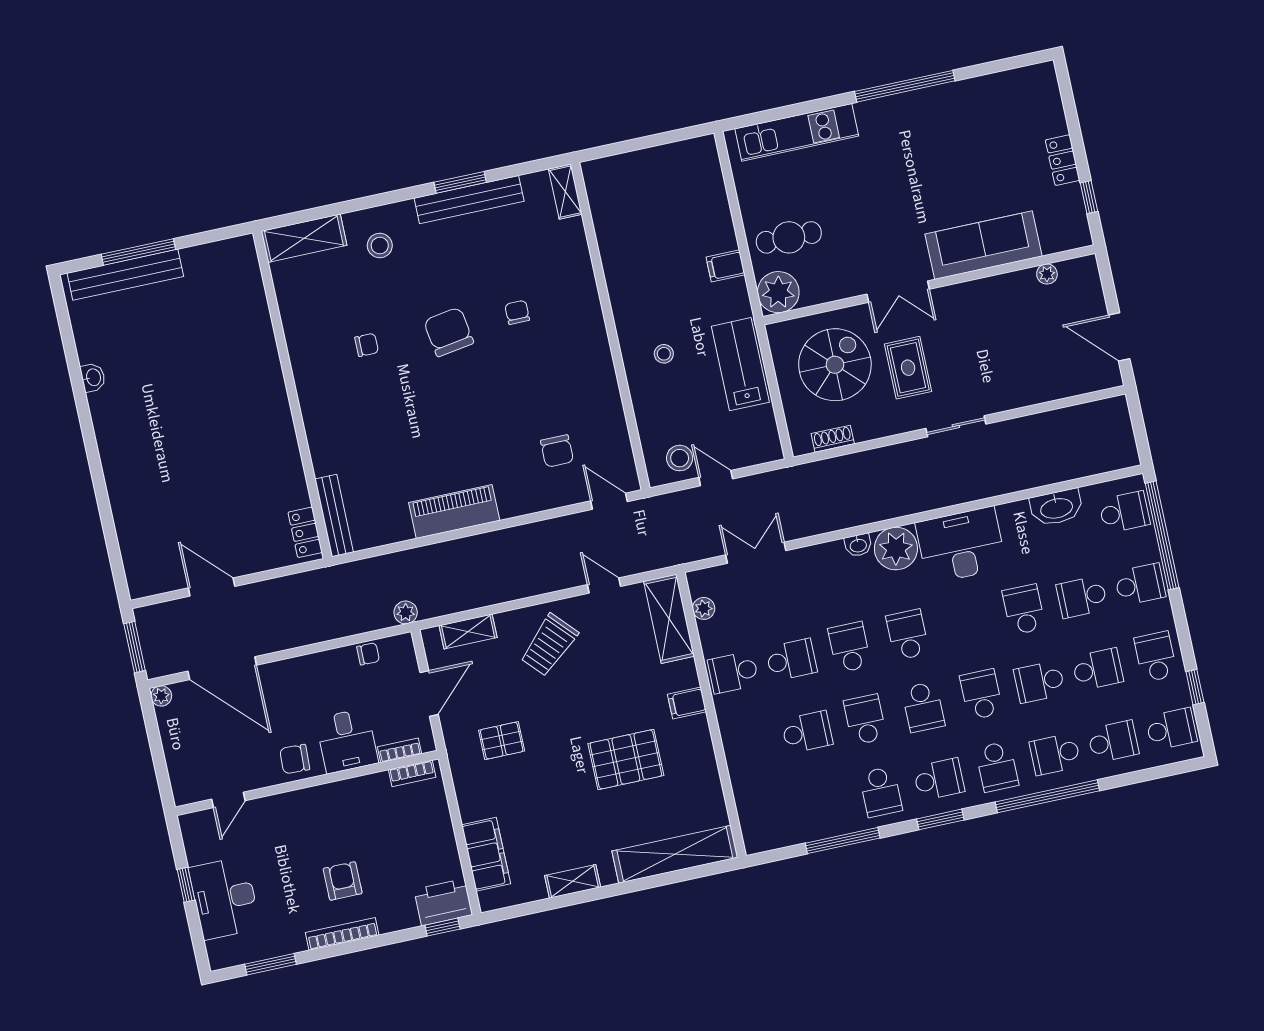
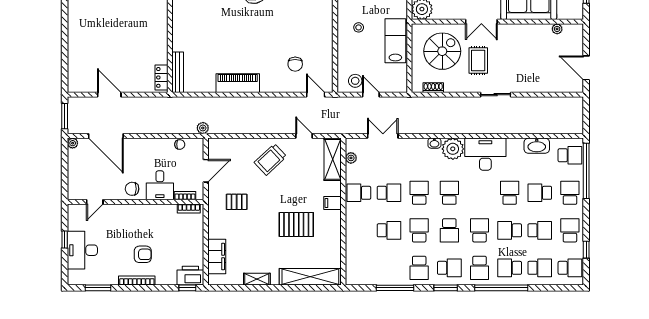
school desk: (1140, 584) -> (570, 193), turned -90
shelving: (468, 632) -> (232, 144), removed
armchair: (343, 881) -> (143, 254), turned 90

